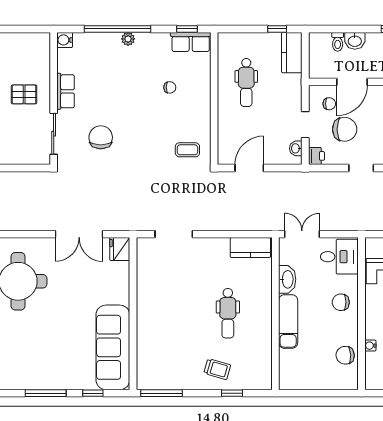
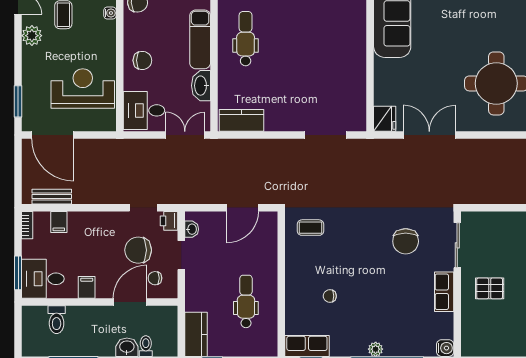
doorway: (361, 168) -> (143, 208), moved
double door: (302, 234) -> (185, 135), swing flipped
dental chair: (228, 313) -> (246, 39), moved

